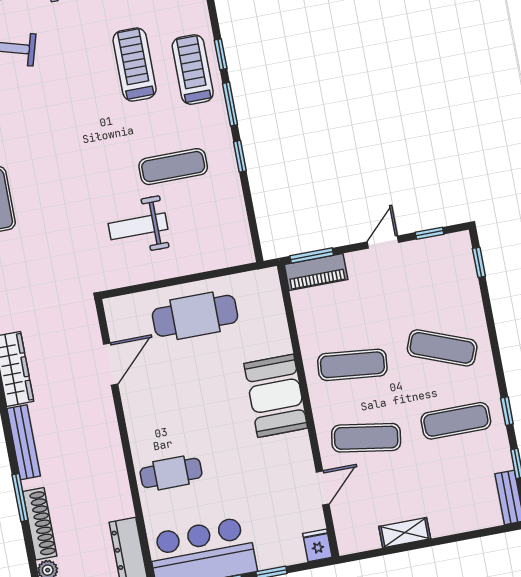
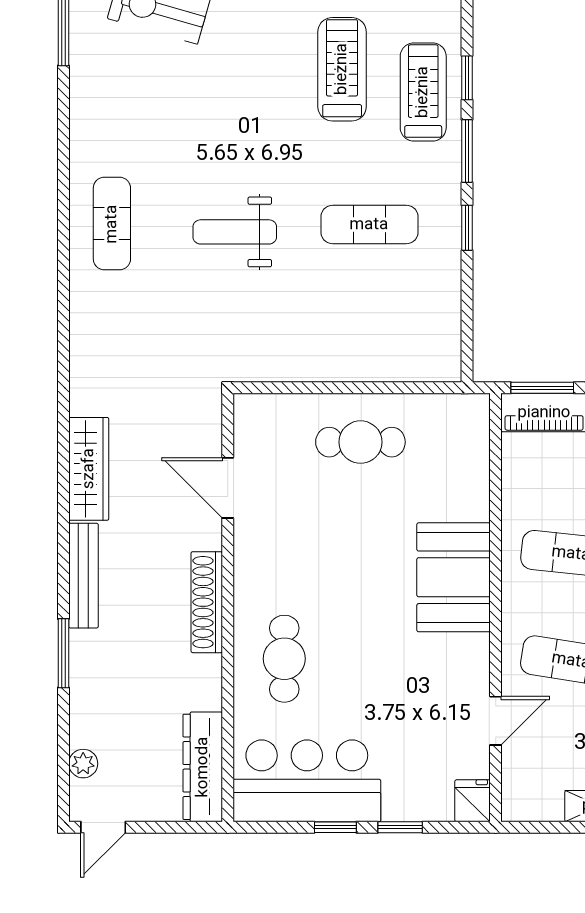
weight bench: (138, 226) -> (235, 232), moved
cafe table: (195, 316) -> (360, 442), width x0.73, depth x0.74
door: (111, 364) -> (228, 488), swing flipped
cafe table: (171, 473) -> (284, 659), turned 90
shoe rack: (40, 524) -> (207, 602), moved, turned 180

